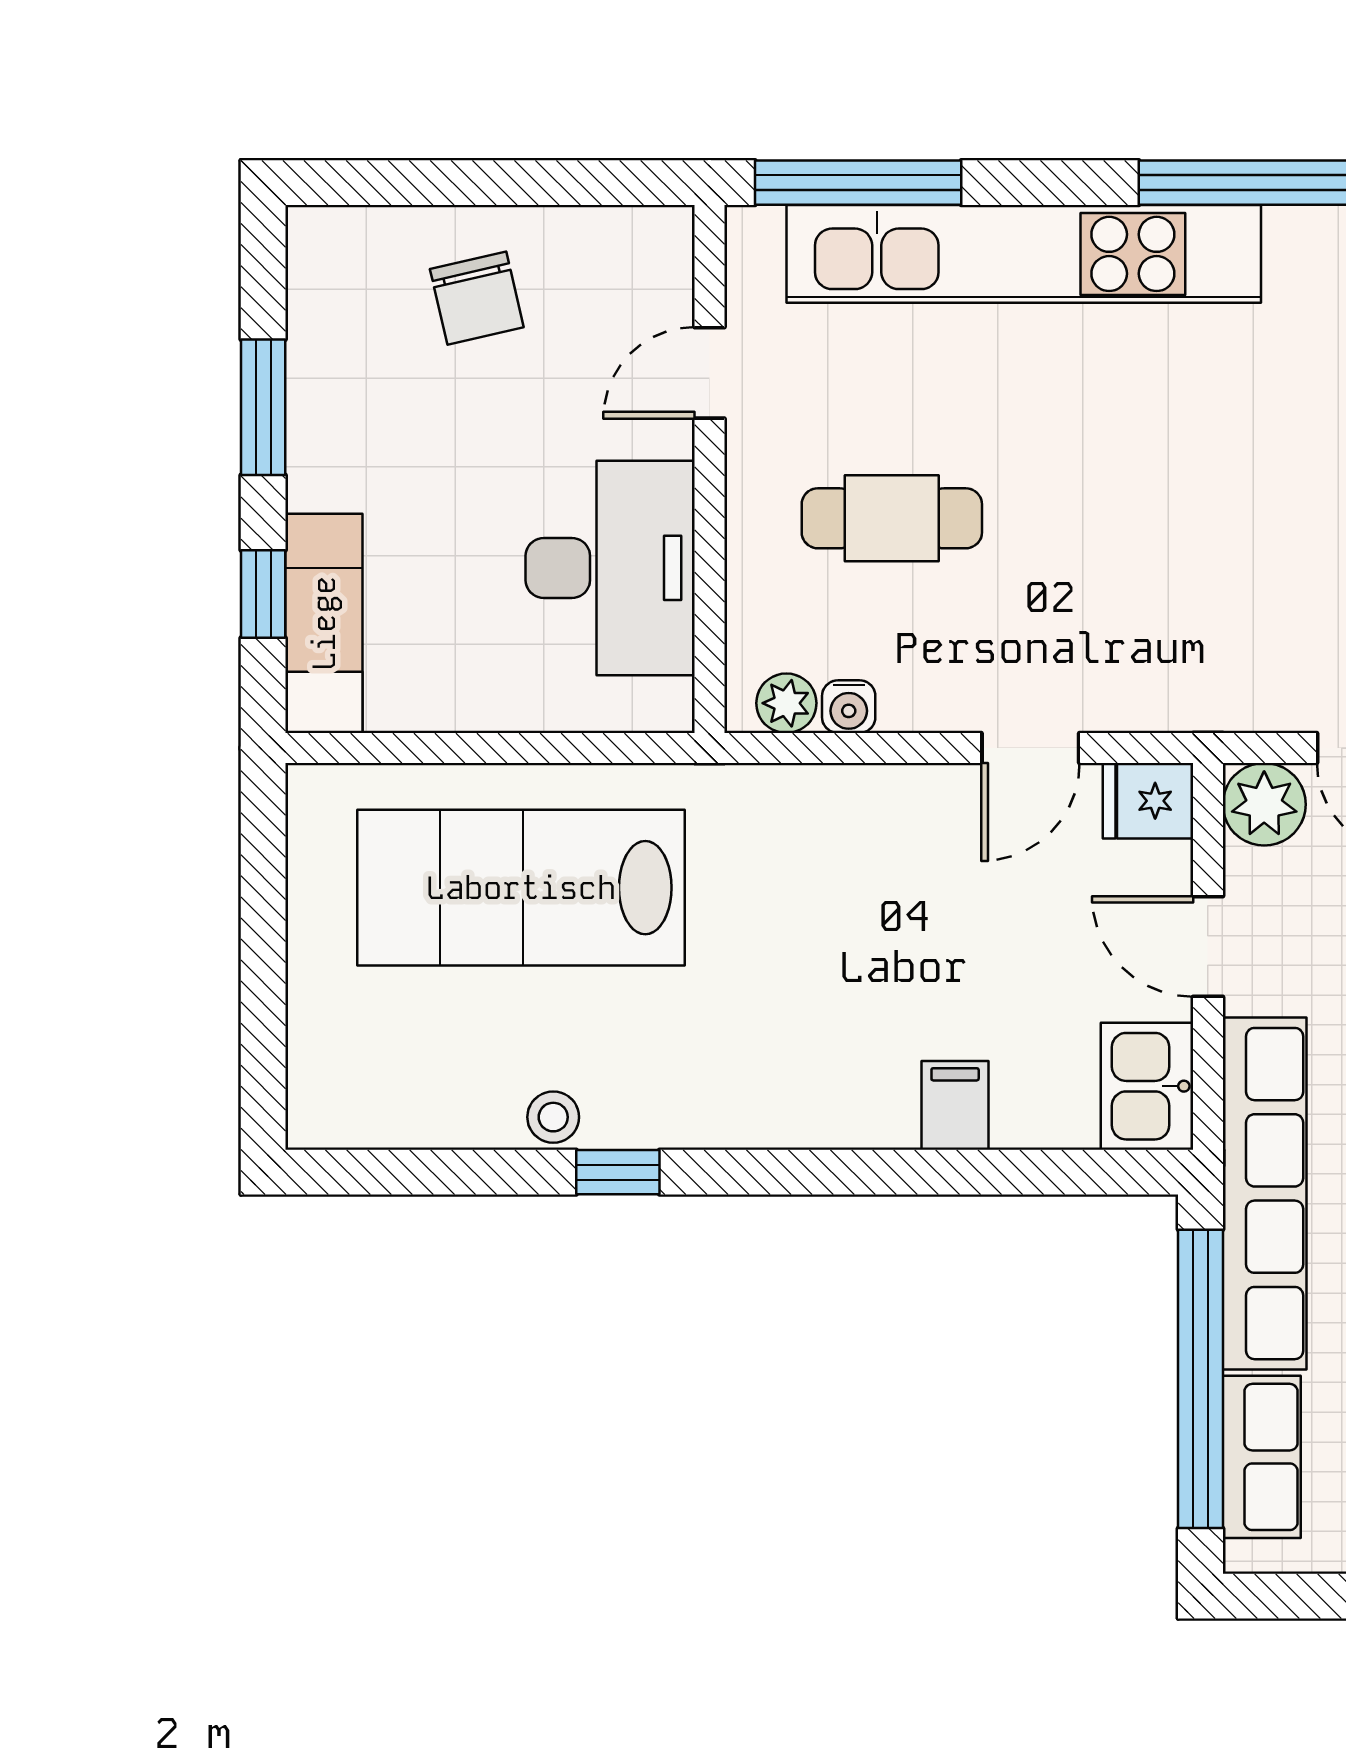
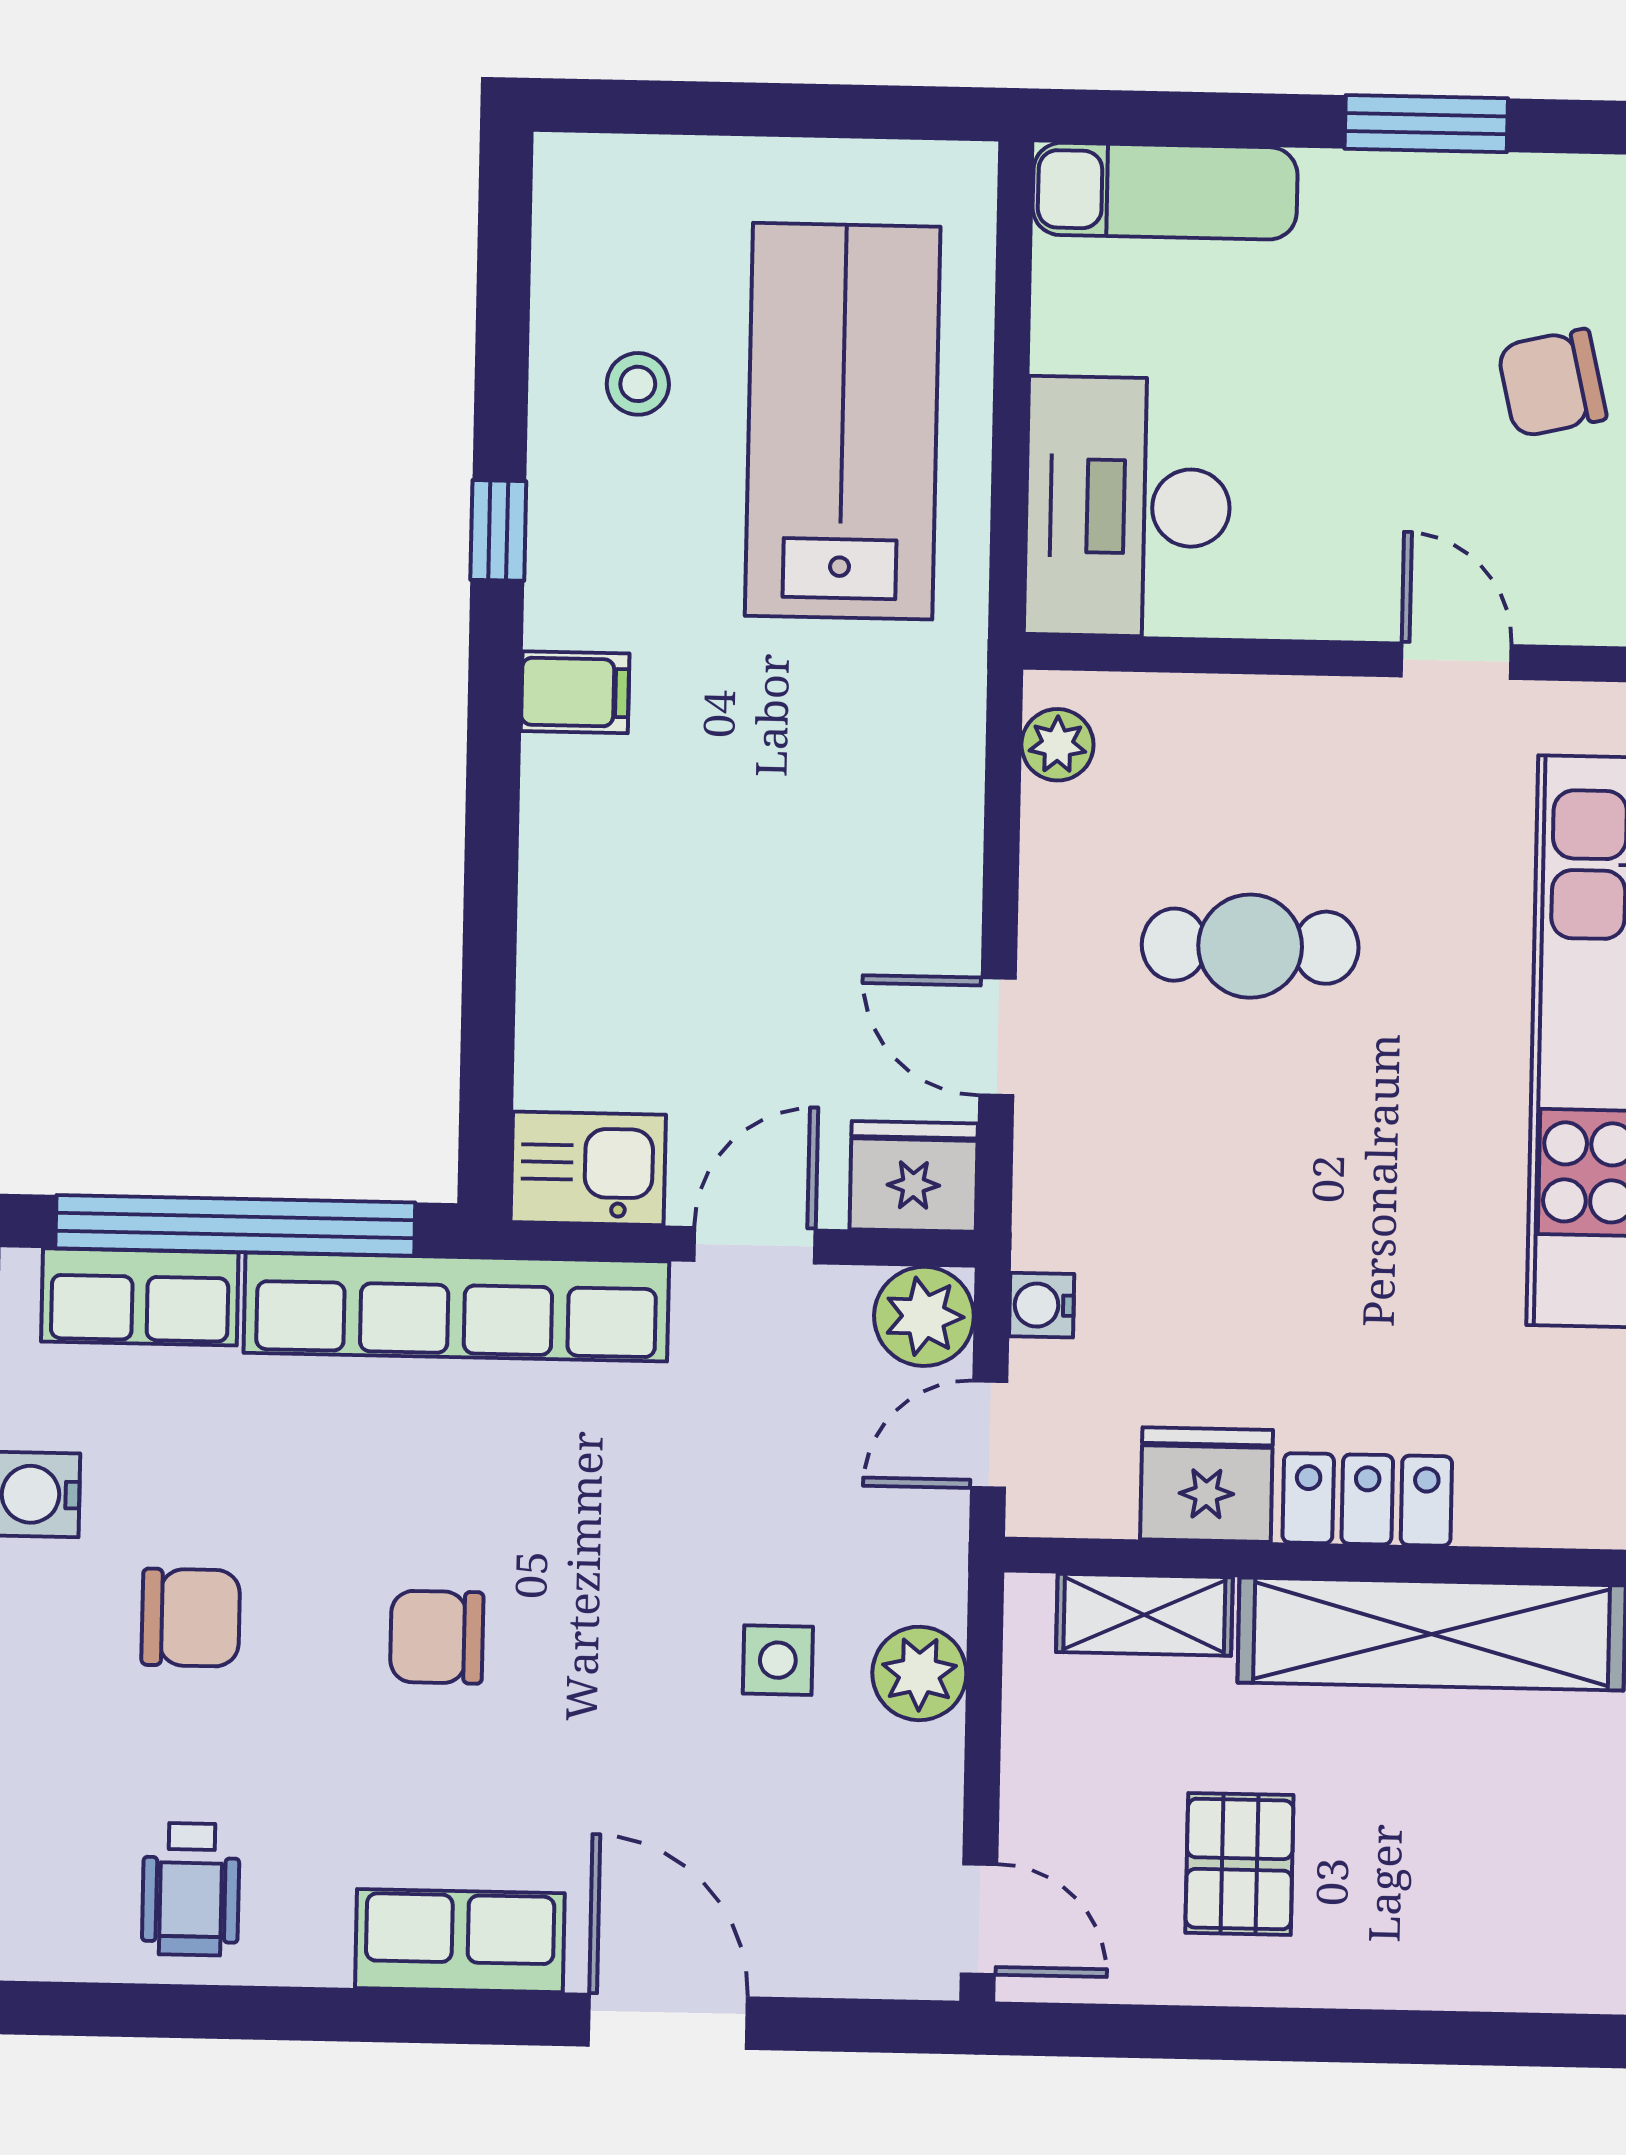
cafe table: (892, 518) -> (1250, 946), moved, turned 90
desk: (610, 568) -> (1128, 507), moved, turned 90
window: (263, 594) -> (1202, 119), removed
water cooler: (849, 707) -> (1042, 1305), moved
fridge: (1148, 801) -> (914, 1176), width x1.38
filing cabinet: (955, 1105) -> (575, 692), moved
stool: (553, 1117) -> (638, 384), moved

